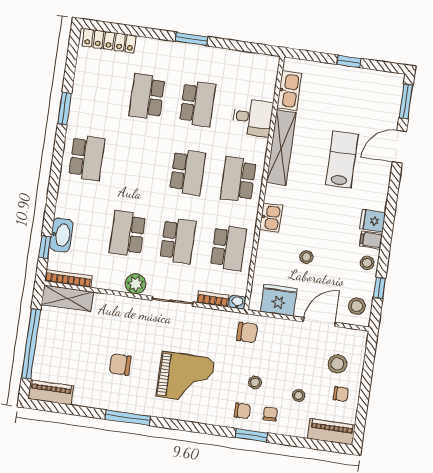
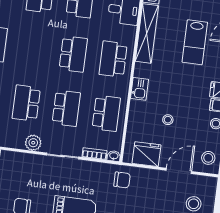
lab bench: (342, 159) -> (195, 42), turned 180

